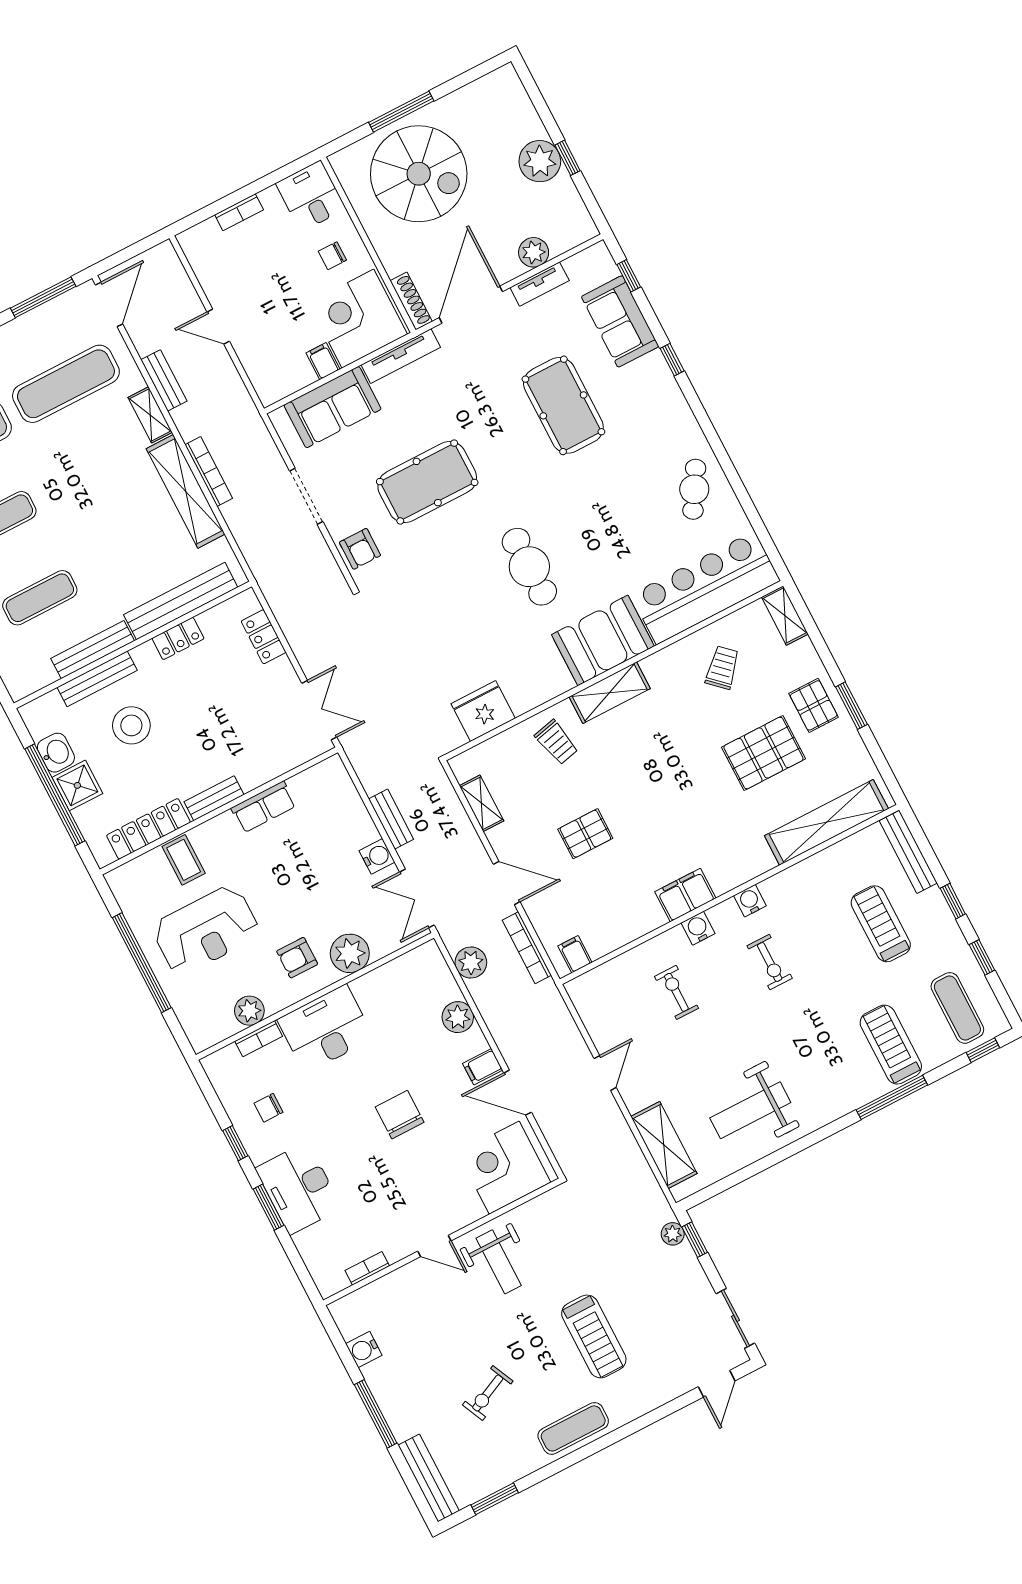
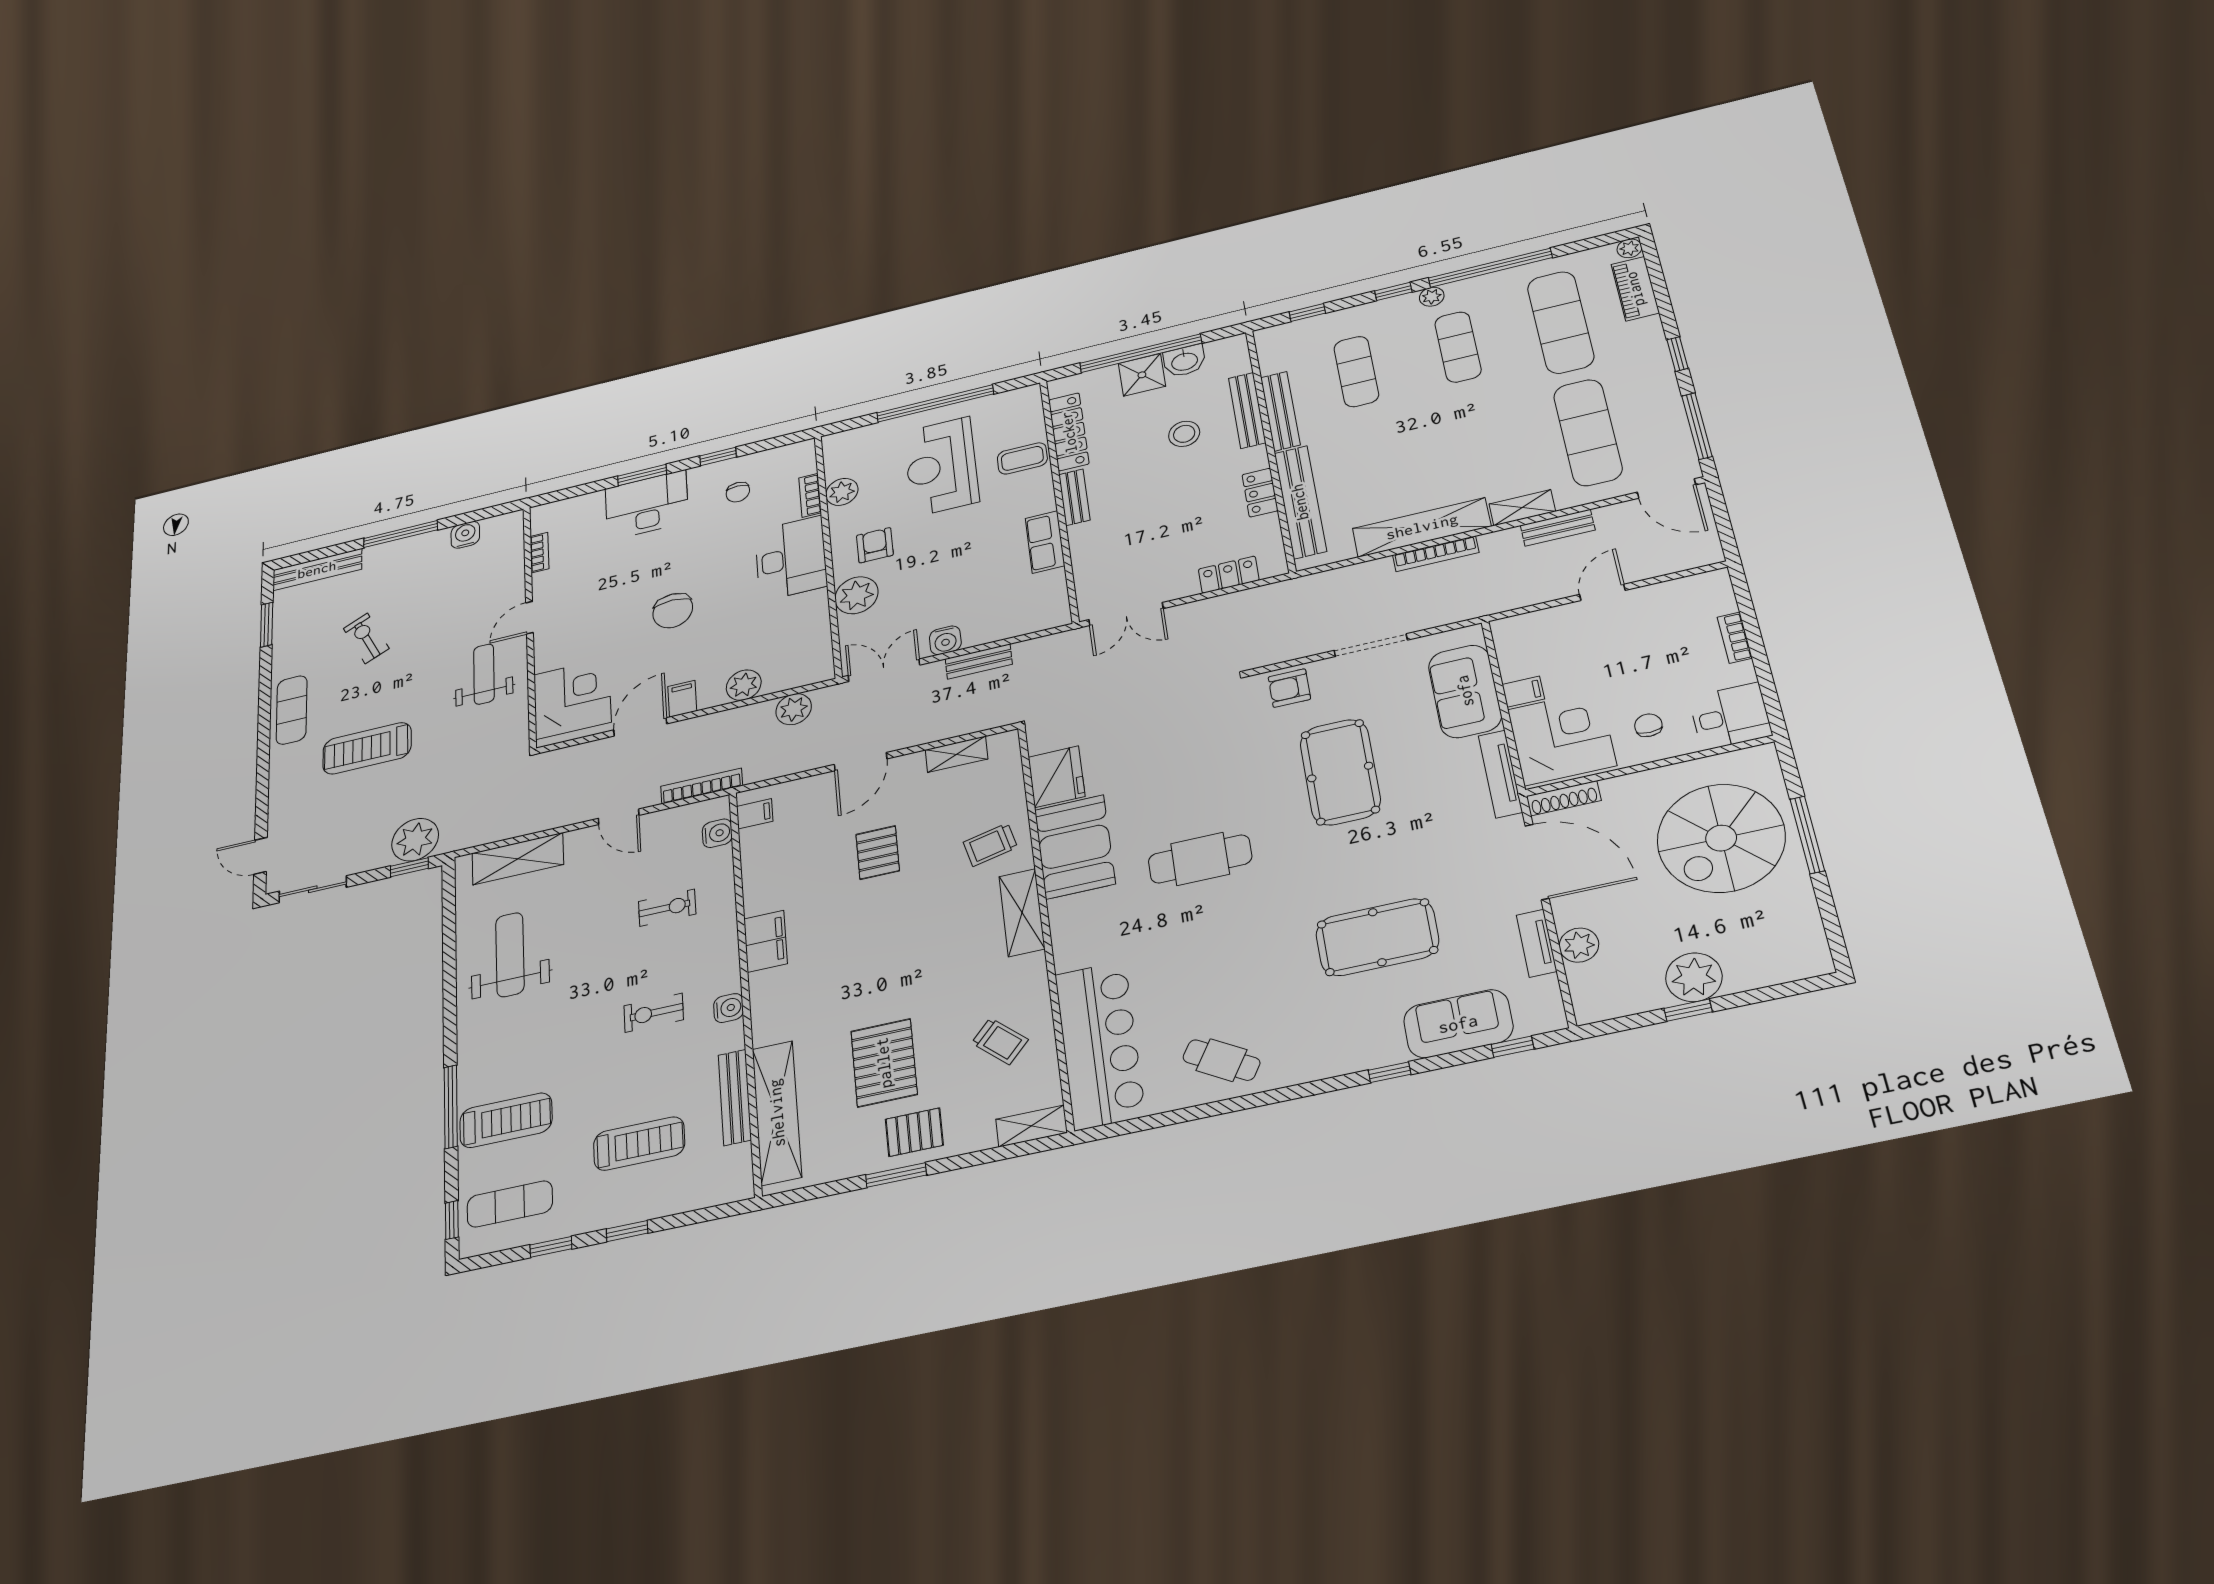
booth: (603, 640) -> (1075, 847), moved
stool: (131, 725) -> (1184, 434), width x0.73, depth x0.73
bench: (908, 852) -> (735, 1097), moved, turned 90
water cooler: (698, 928) -> (717, 833), moved
bookcase: (527, 948) -> (702, 786), moved
chair: (268, 1108) -> (738, 492), turned 180
chair: (400, 1115) -> (673, 611), turned 90
plant: (673, 1234) -> (415, 840), width x1.88, depth x1.88
weight bench: (499, 1262) -> (484, 674), turned 90

